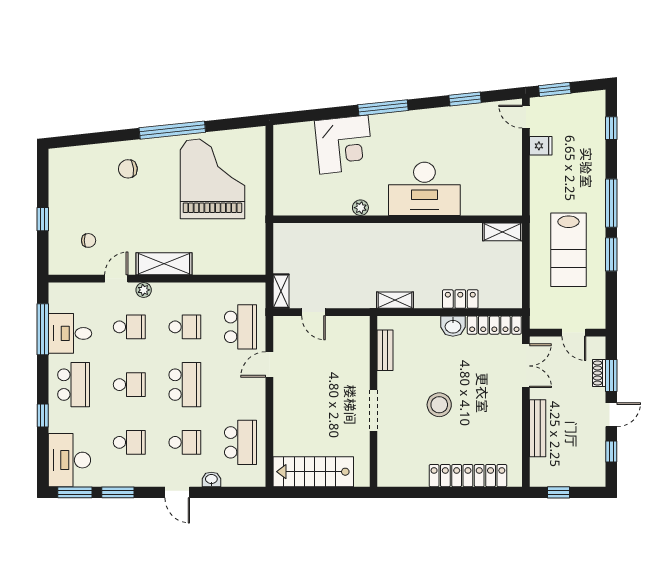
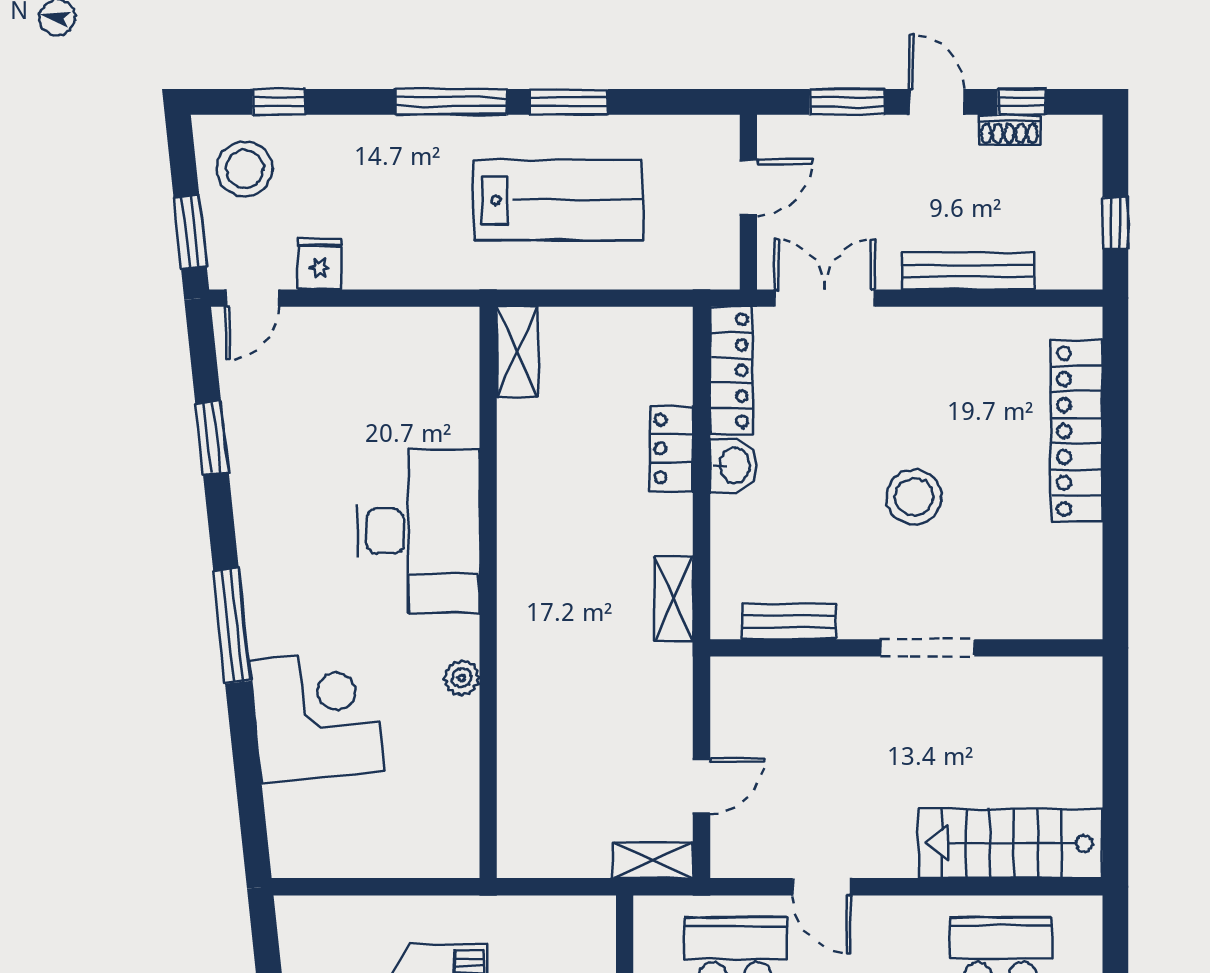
stool: (582, 113) -> (245, 169), added
shoe rack: (599, 373) -> (1009, 130), moved
stairs: (313, 472) -> (1010, 844), moved, turned 90

